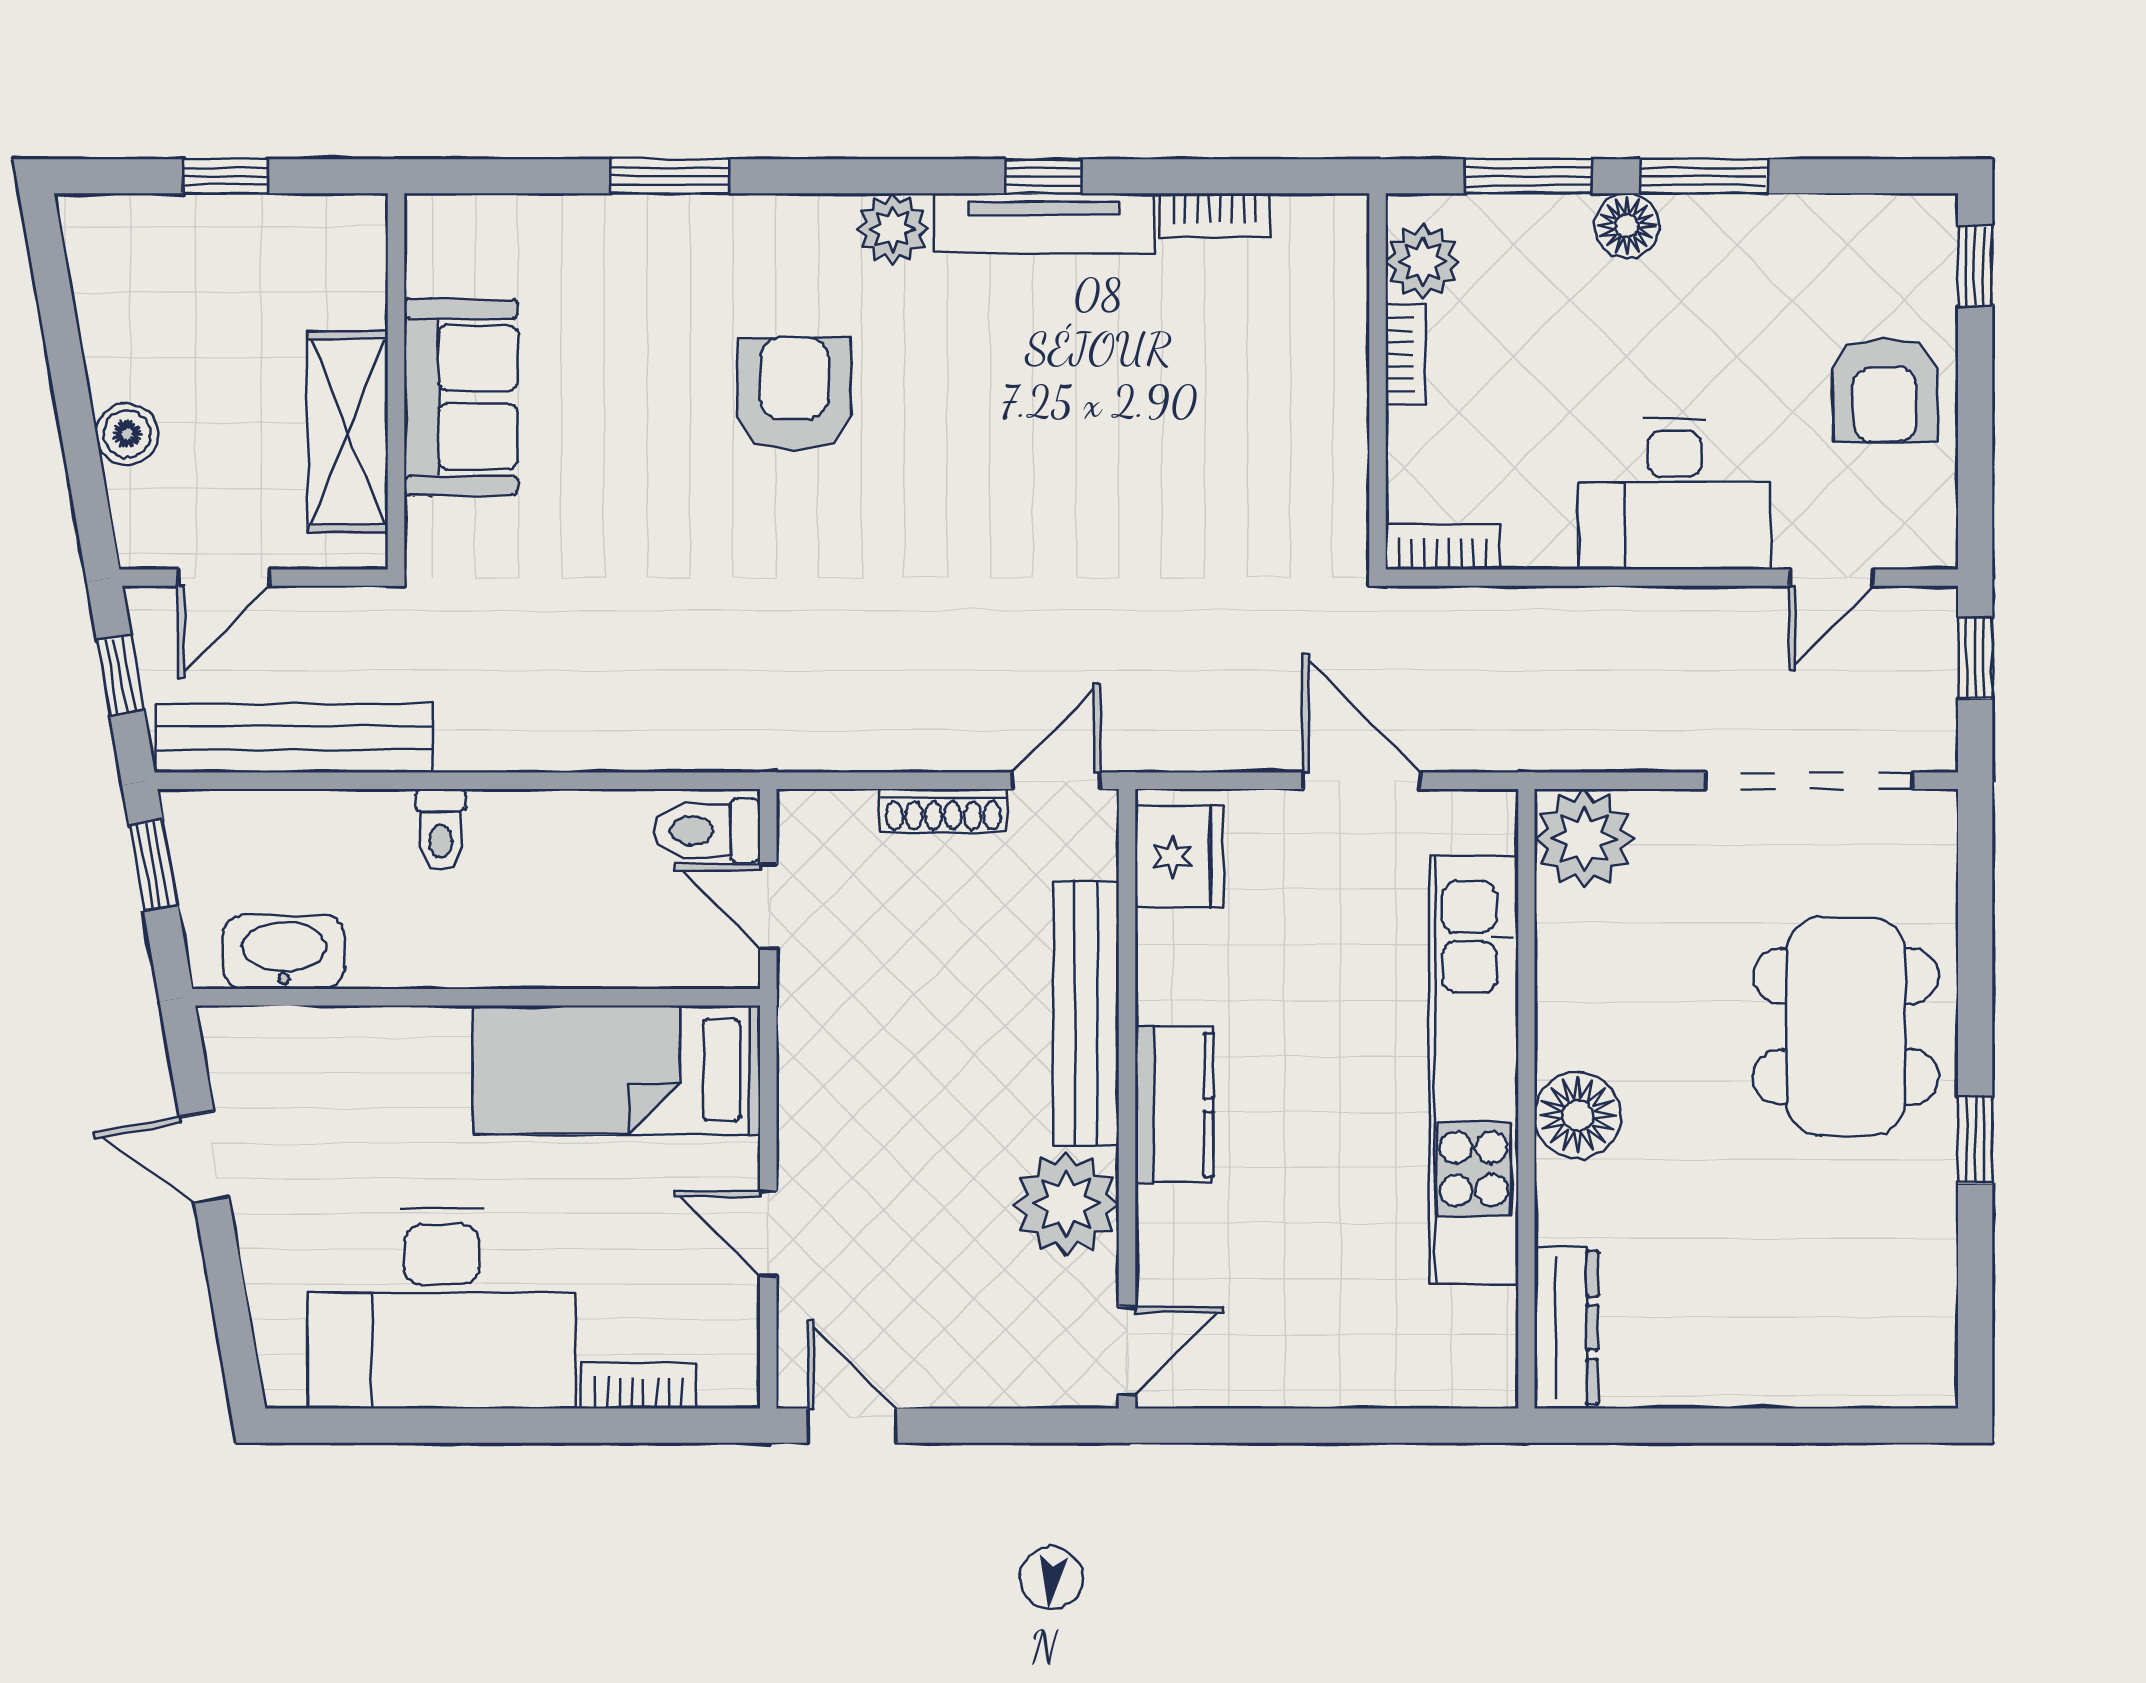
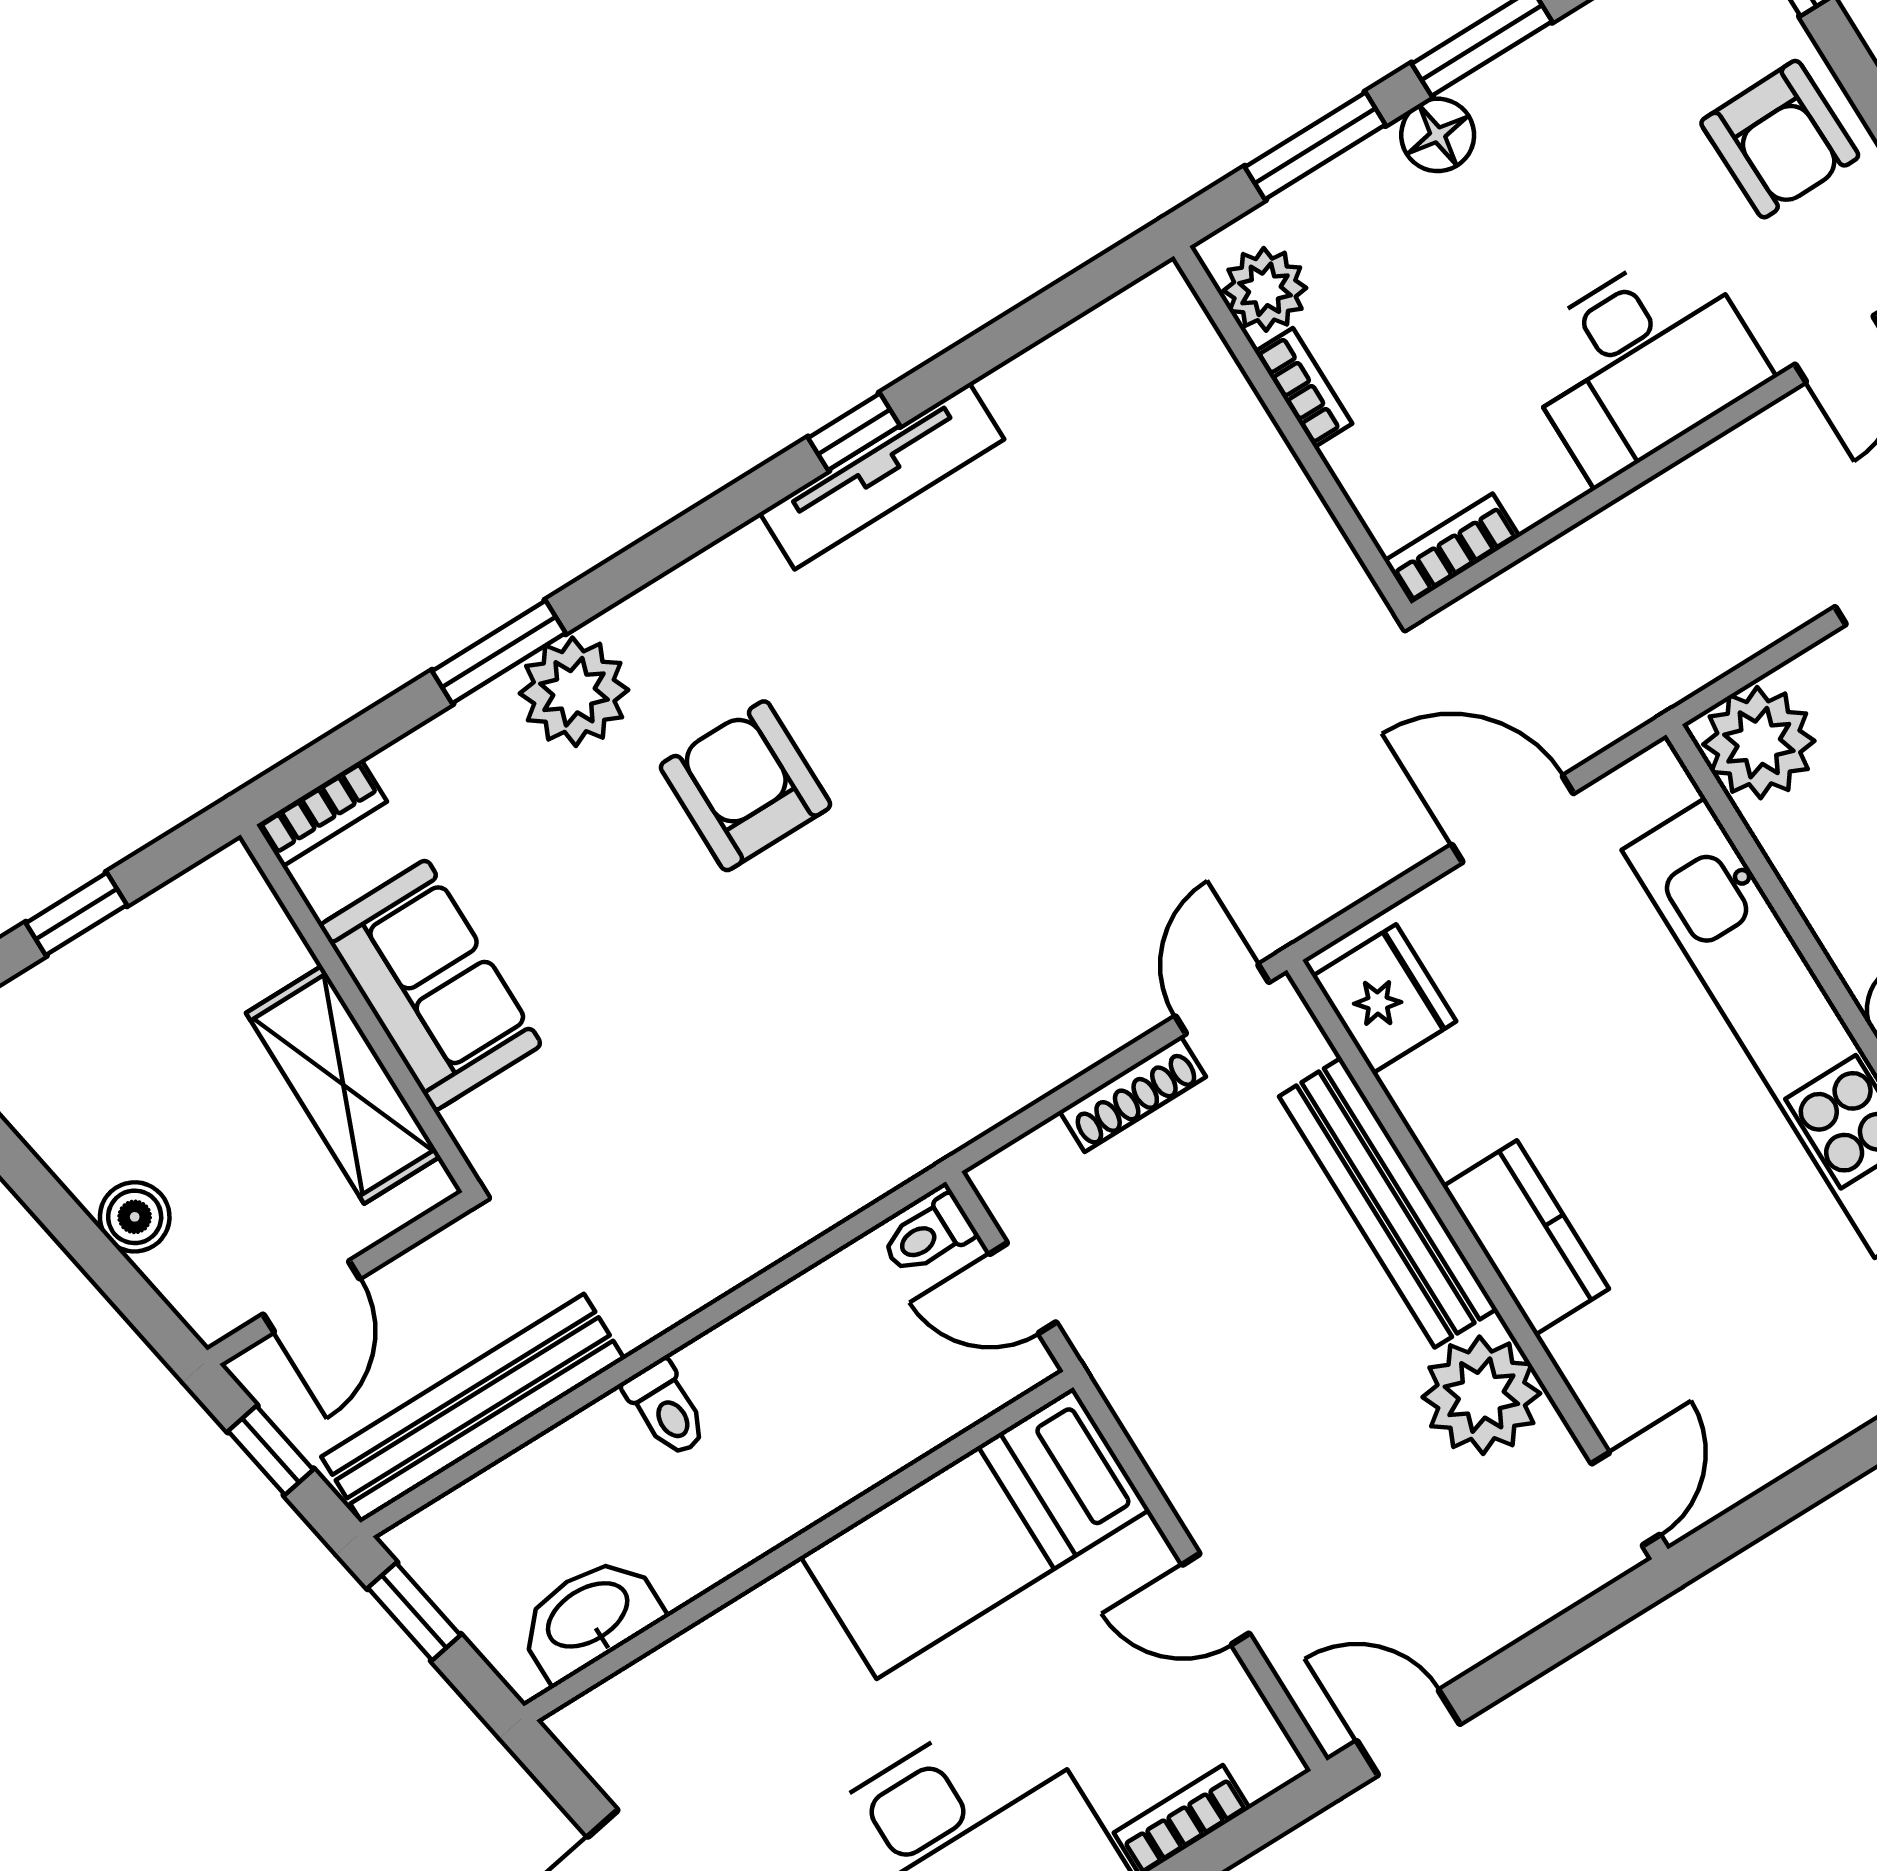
bookcase: (1215, 215) -> (322, 813), moved
plant: (892, 229) -> (574, 692), moved, width x1.36, depth x1.36
toilet: (707, 831) -> (928, 1235), width x0.73, depth x0.72

